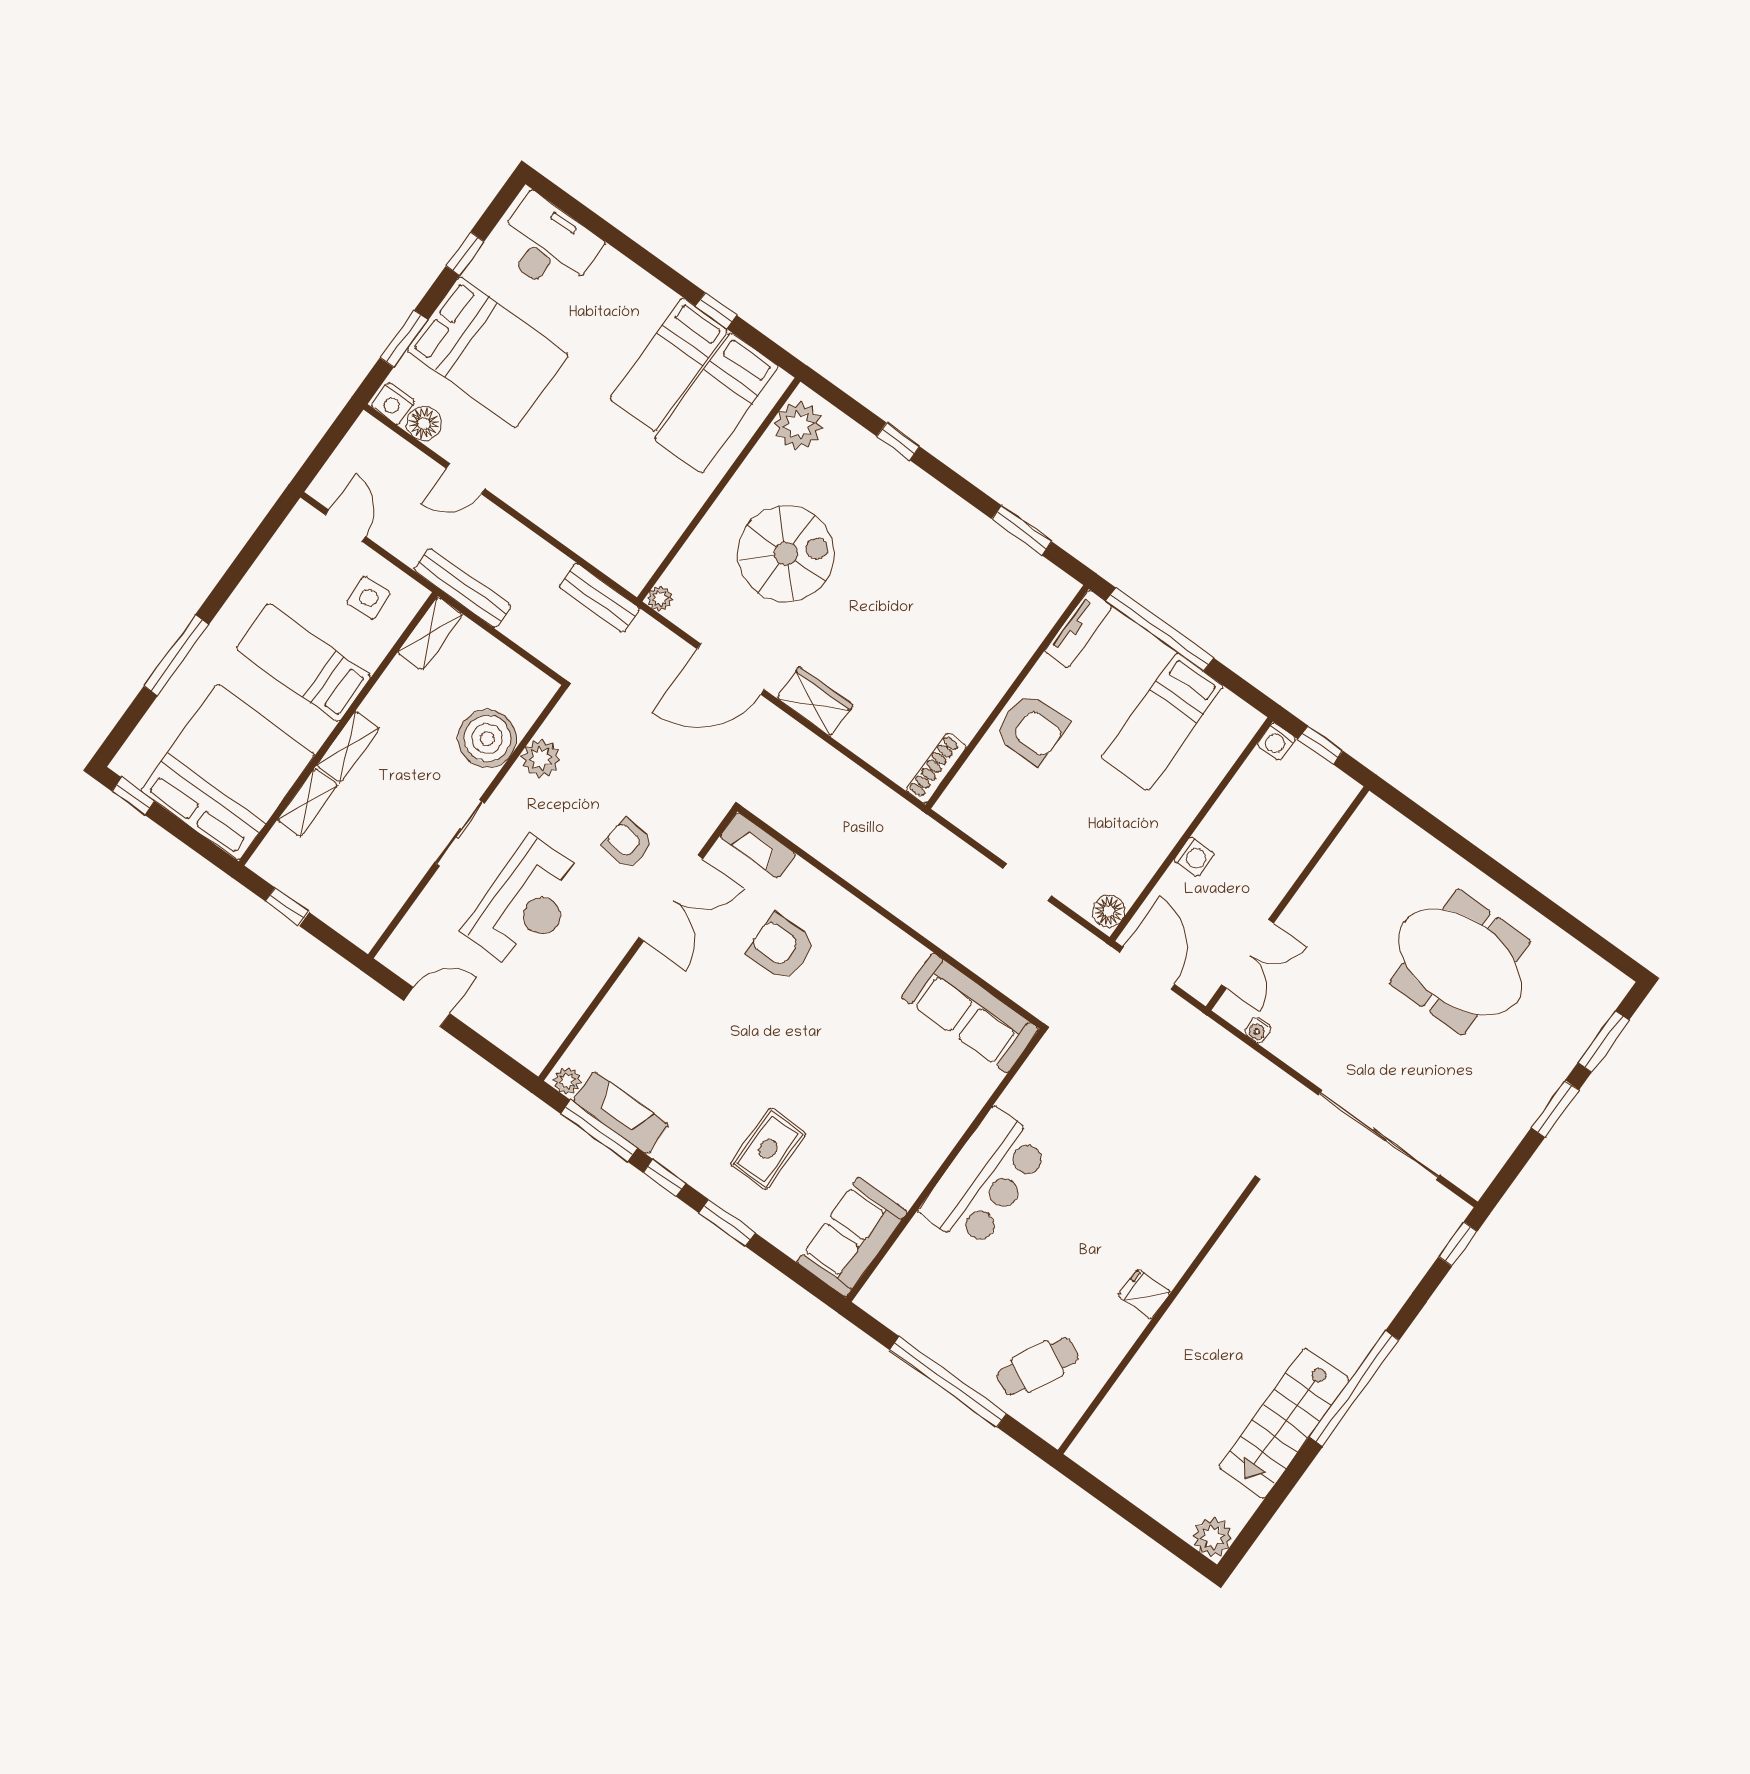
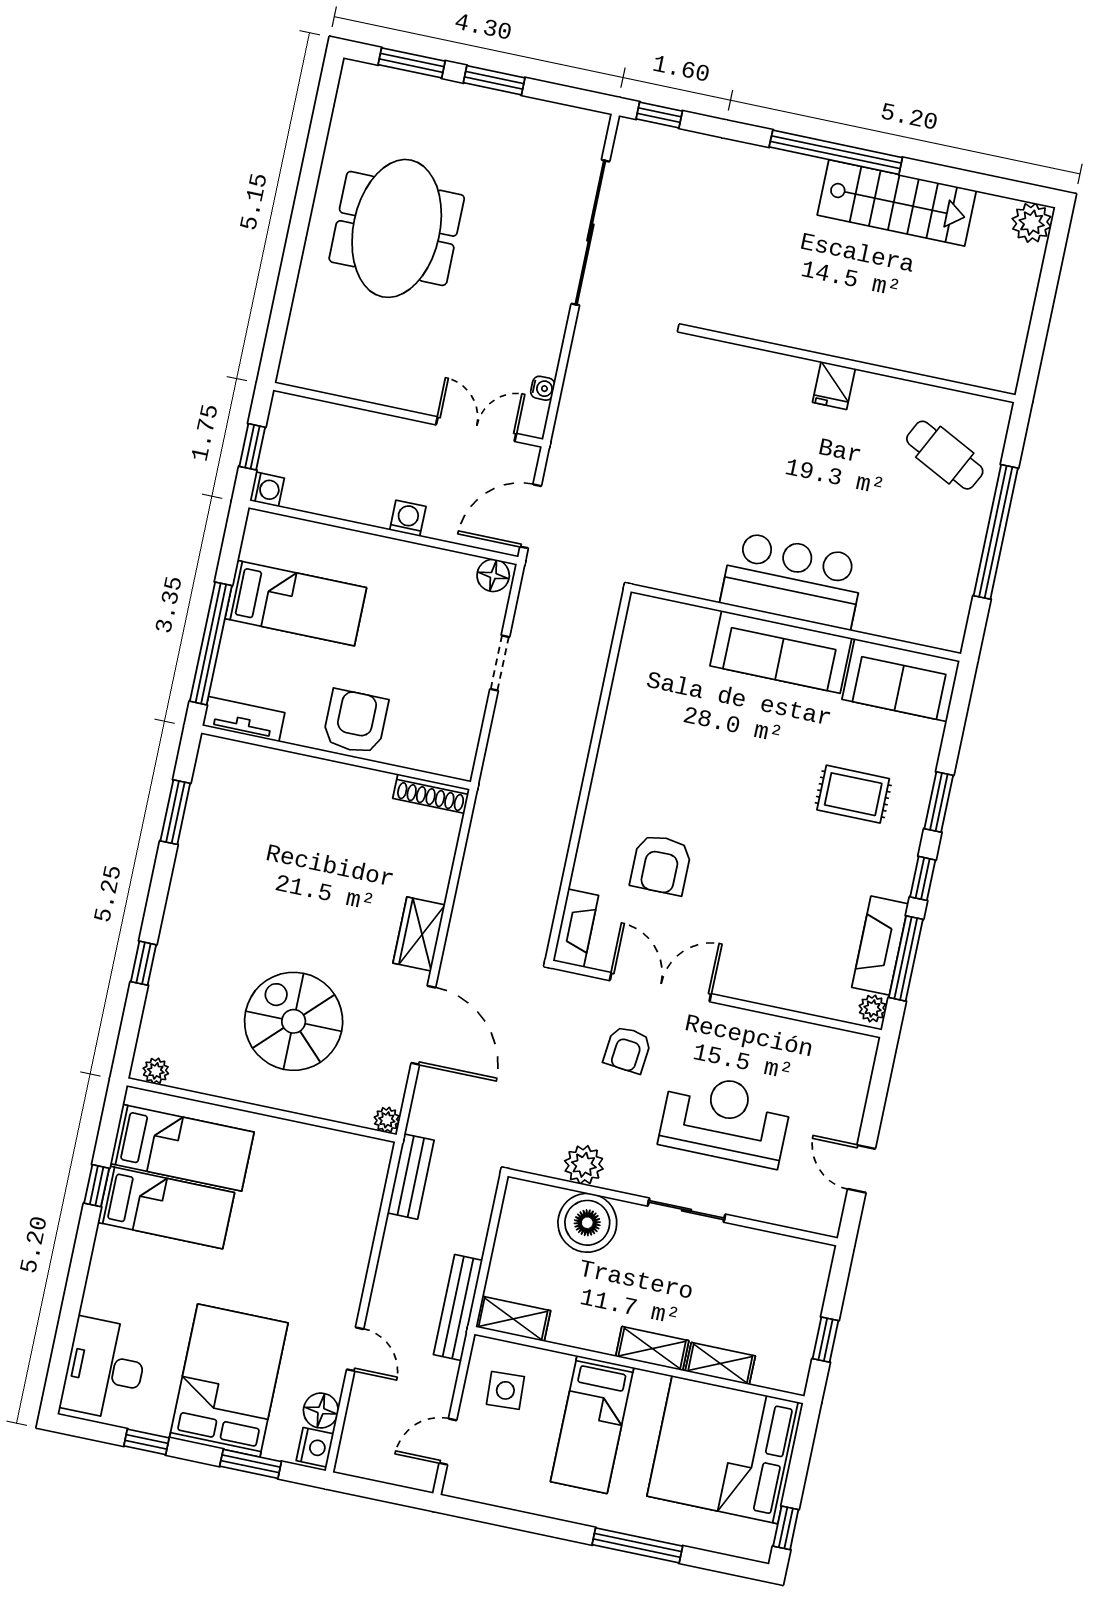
plant: (799, 425) -> (156, 1071), width x0.53, depth x0.53
sofa: (970, 1013) -> (781, 652), moved, turned 90

